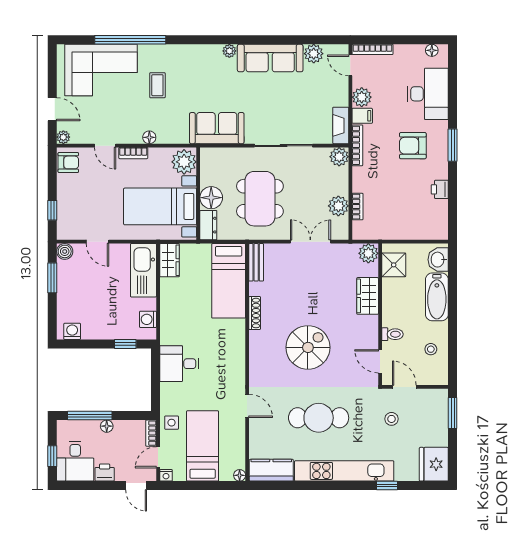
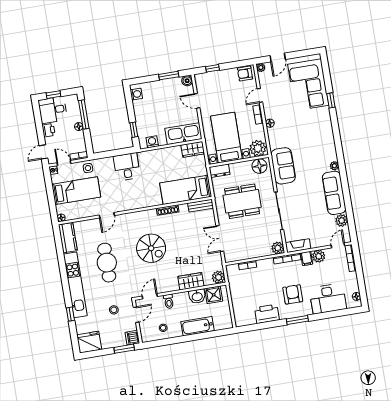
window: (130, 40) -> (331, 100), width x0.32
coffee table: (157, 85) -> (305, 123), removed
armchair: (68, 162) -> (245, 74), turned 90
printer: (440, 189) -> (267, 314), width x1.87, depth x1.48
floor lamp: (211, 198) -> (259, 166), moved
plant: (338, 206) -> (246, 253), removed
door: (97, 242) -> (197, 101), hinge flipped
double door: (310, 242) -> (220, 239), swing flipped
washbasin: (438, 260) -> (197, 296), moved, turned 180
dishwasher: (438, 398) -> (132, 338), added

